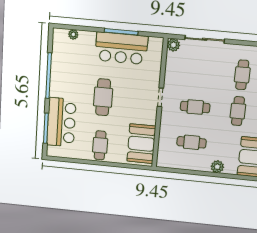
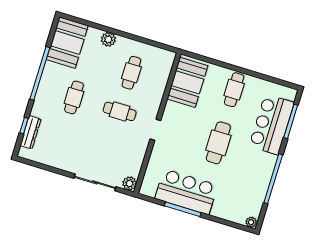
plant: (73, 34) -> (251, 222), moved
cafe table: (242, 75) -> (62, 136), removed
cafe table: (192, 142) -> (131, 73), turned 90

